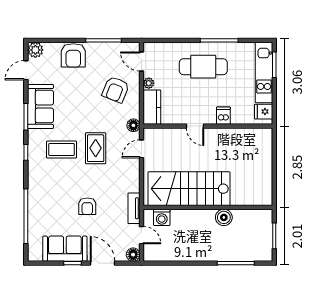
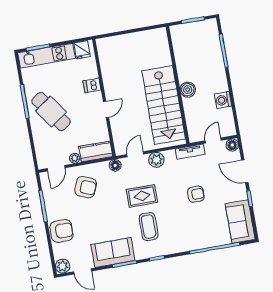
cafe table: (203, 67) -> (51, 111), turned -35
door: (142, 149) -> (135, 154), swing flipped
plant: (132, 171) -> (156, 160), added
washing machine: (162, 217) -> (223, 100), moved, turned 180
boiler: (224, 217) -> (188, 90), moved
sofa: (65, 249) -> (240, 221), moved
door: (102, 263) -> (245, 171), hinge flipped

